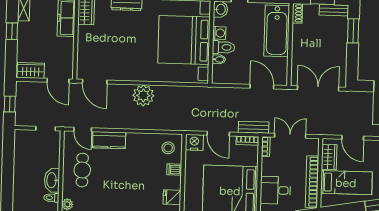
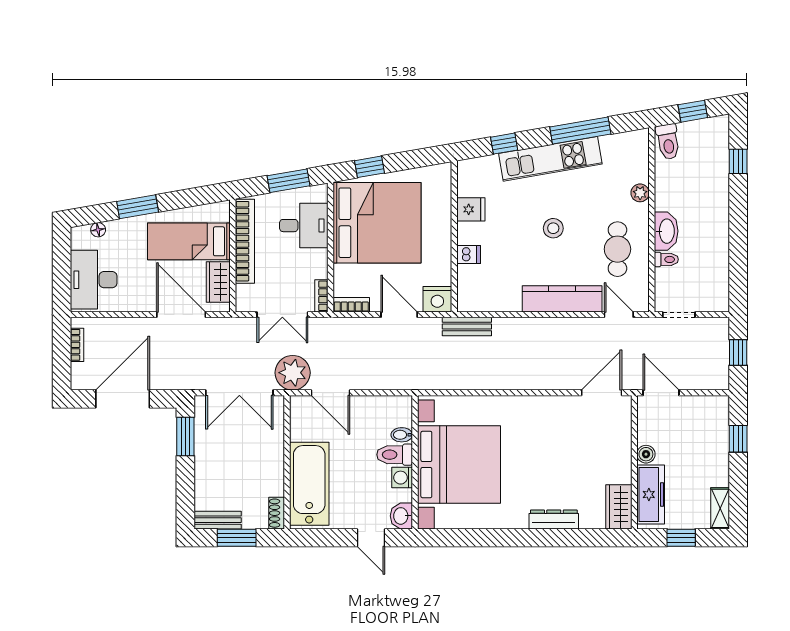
window: (12, 31) -> (738, 439), moved
window: (353, 31) -> (185, 436), moved
boiler: (68, 43) -> (646, 454), added
wardrobe: (31, 70) -> (706, 408), removed
door: (95, 82) -> (602, 393), hinge flipped
plant: (143, 95) -> (293, 373), moved
bench: (254, 127) -> (467, 327), moved
door: (353, 138) -> (181, 315), width x1.36
kitchen counter: (109, 140) -> (562, 299), width x1.50
stool: (168, 148) -> (553, 228), moved
toilet: (51, 198) -> (666, 259), moved

